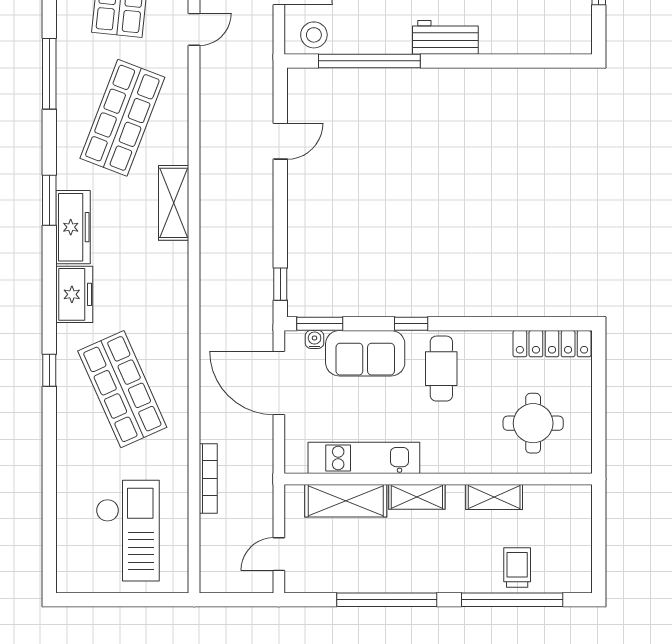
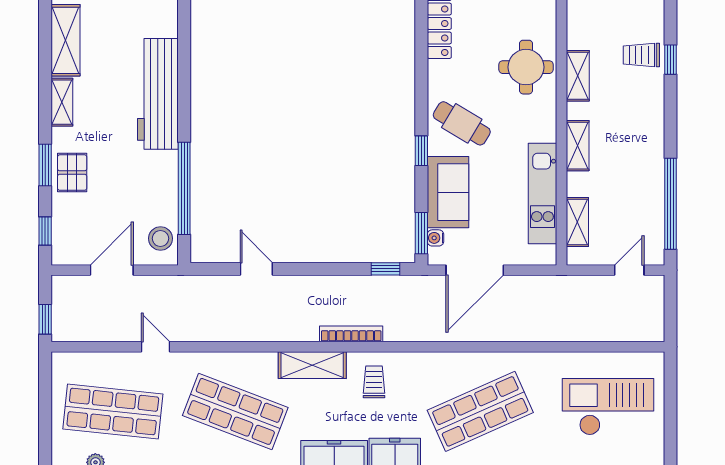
workbench: (445, 37) -> (158, 94), width x1.88, depth x1.32
trolley: (155, 271) -> (374, 382), added
cafe table: (441, 369) -> (462, 123), turned 31
round table: (533, 423) -> (526, 67), moved
bookcase: (208, 478) -> (351, 334), moved
shelving: (346, 501) -> (577, 222), width x0.67, depth x0.75
door: (279, 554) -> (629, 270), swing flipped
window: (387, 600) -> (670, 204), moved
window: (512, 600) -> (670, 60), width x0.32

